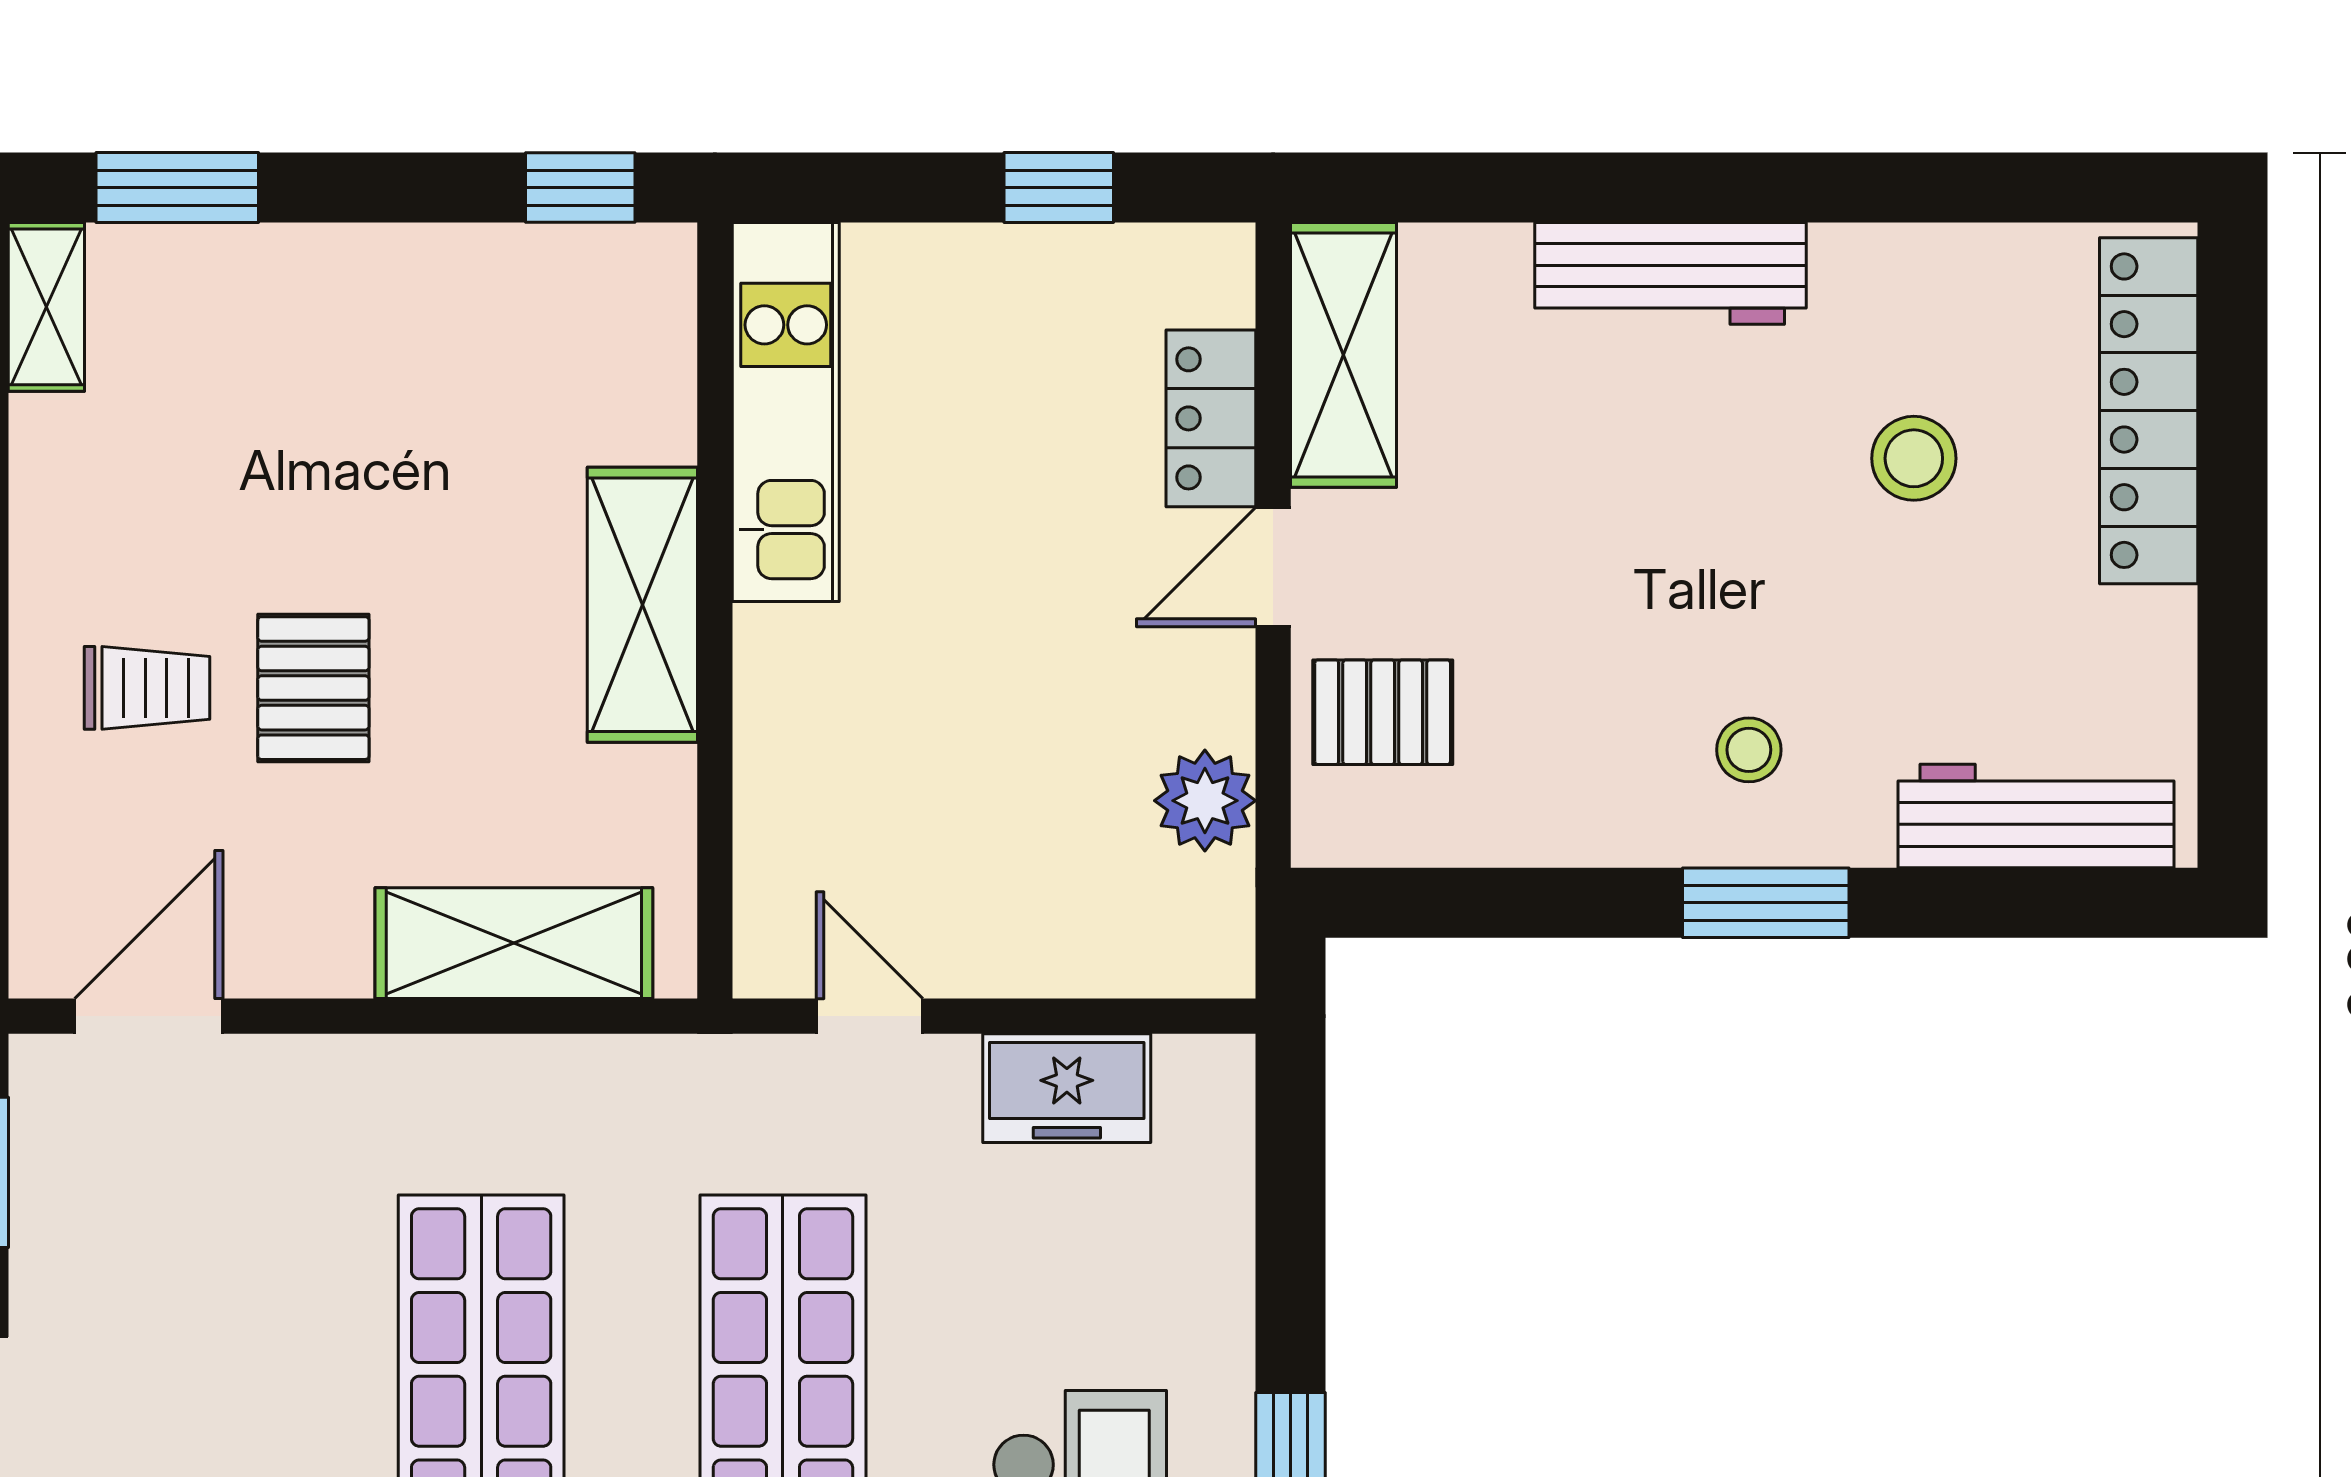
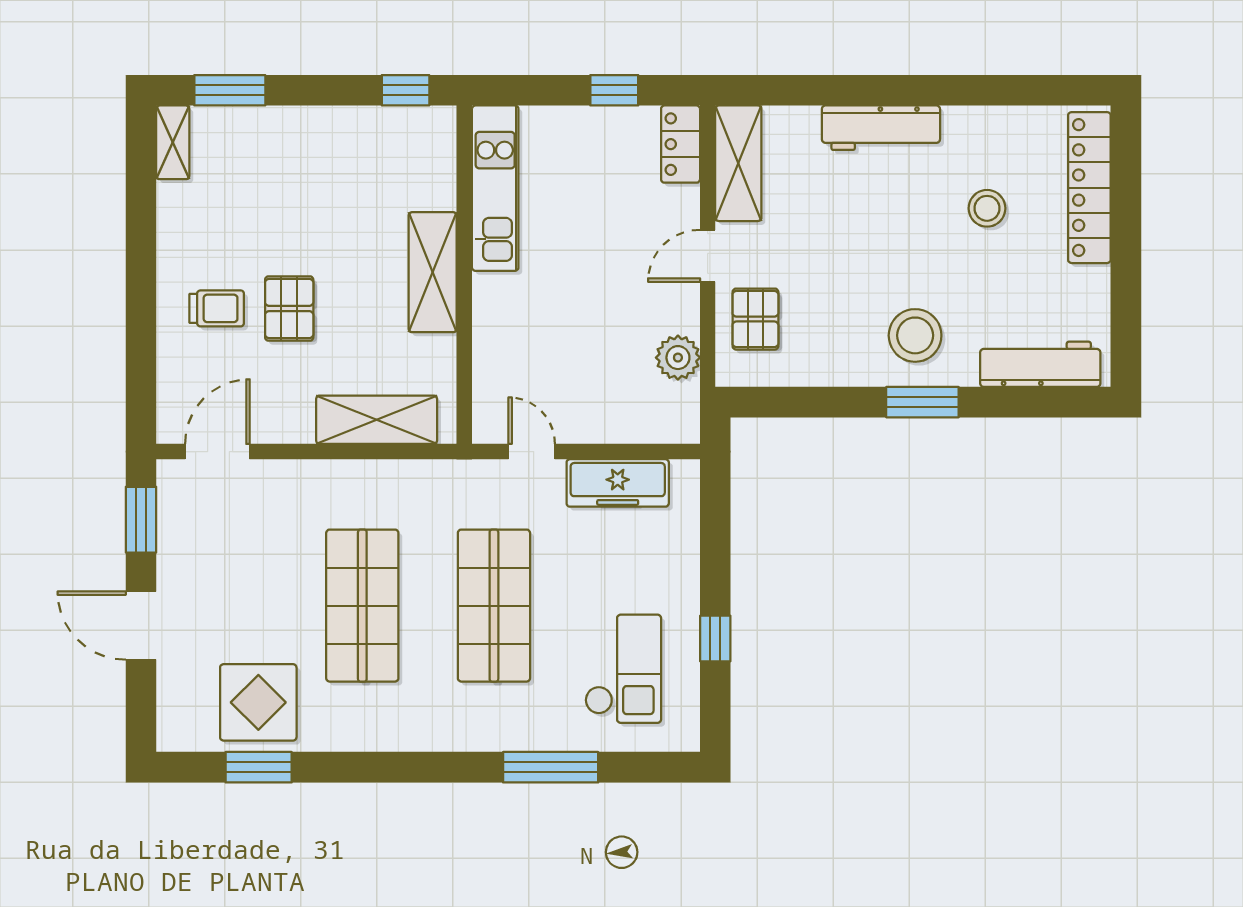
locker: (1211, 418) -> (681, 144), moved
pallet: (1383, 712) -> (755, 319), turned 90
stool: (1749, 750) -> (915, 335), width x1.89, depth x1.89
freezer: (1067, 1088) -> (618, 483), width x1.40

